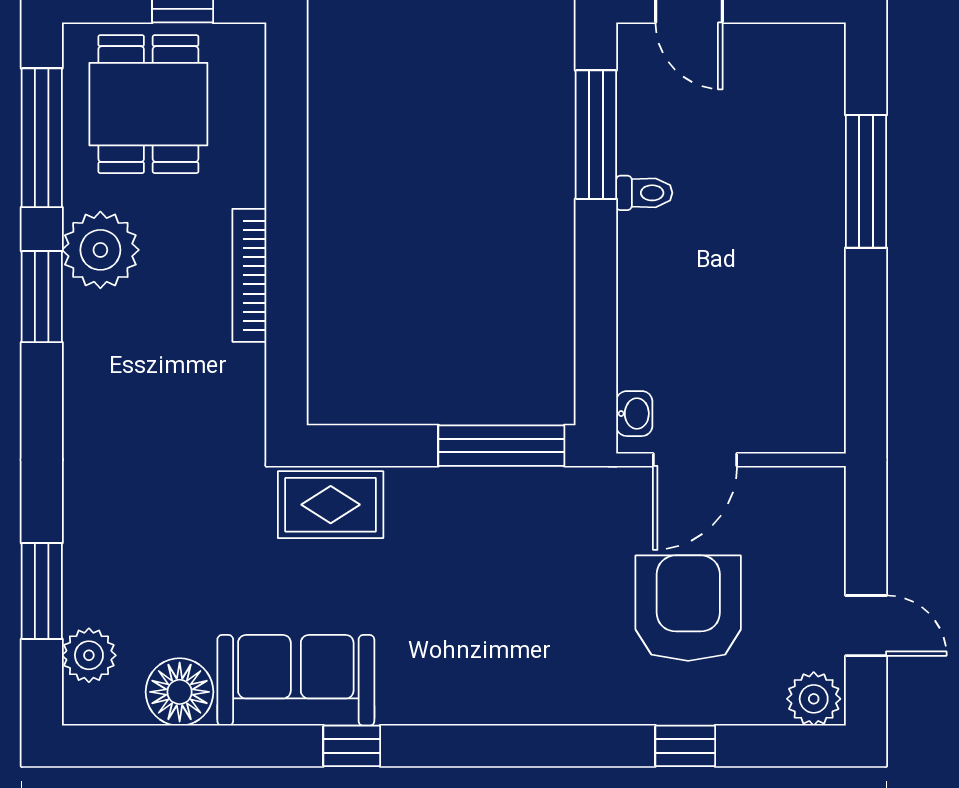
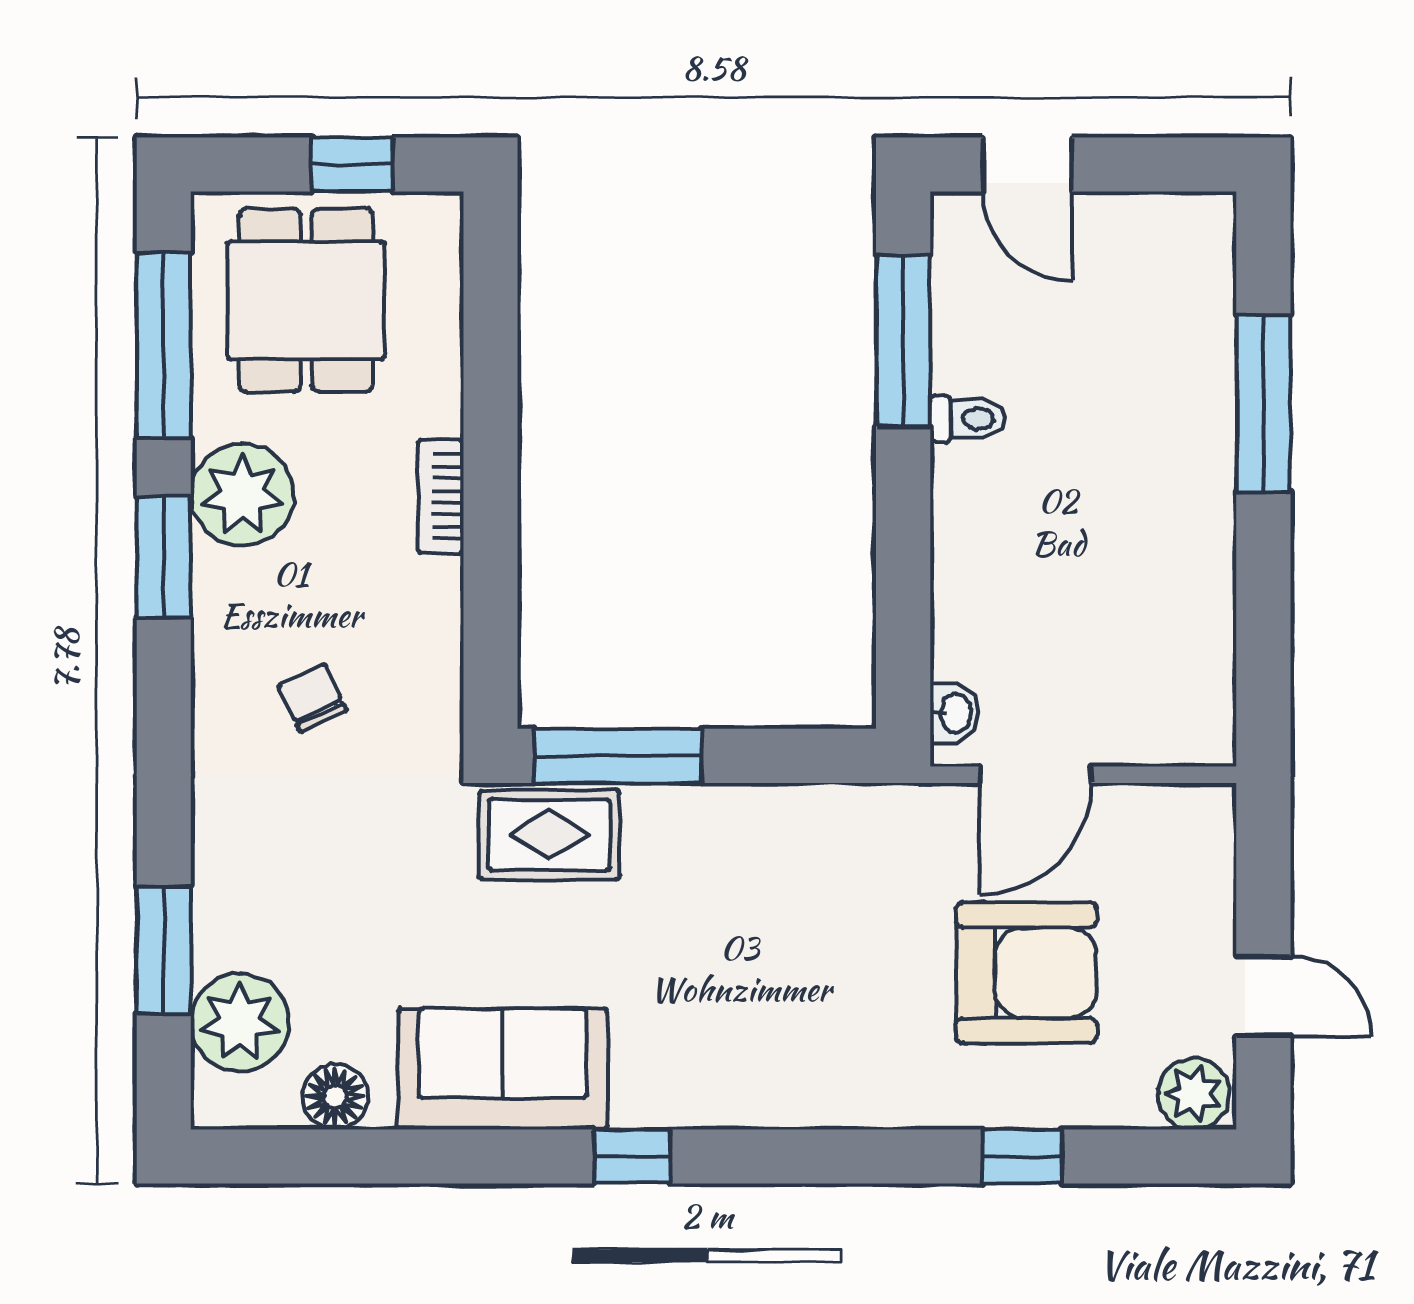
bookcase: (249, 275) -> (441, 497), width x0.64
chair: (153, 402) -> (313, 698), added
window: (501, 446) -> (618, 756), moved
armchair: (688, 608) -> (1026, 973), turned 90
plant: (89, 655) -> (240, 1022), width x1.36, depth x1.36
floor lamp: (180, 692) -> (335, 1097), width x0.73, depth x0.73
window: (352, 746) -> (632, 1156), moved

